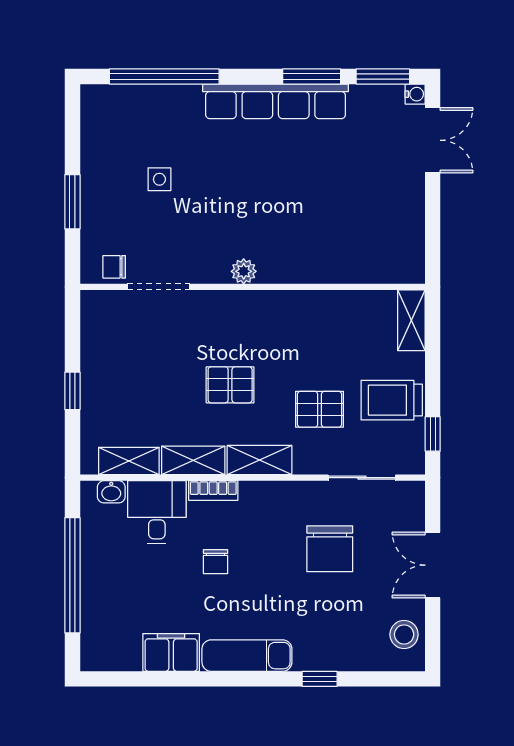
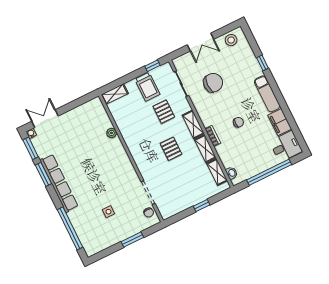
plant: (244, 271) -> (112, 133), moved
desk: (157, 512) -> (286, 146), moved, turned 180

